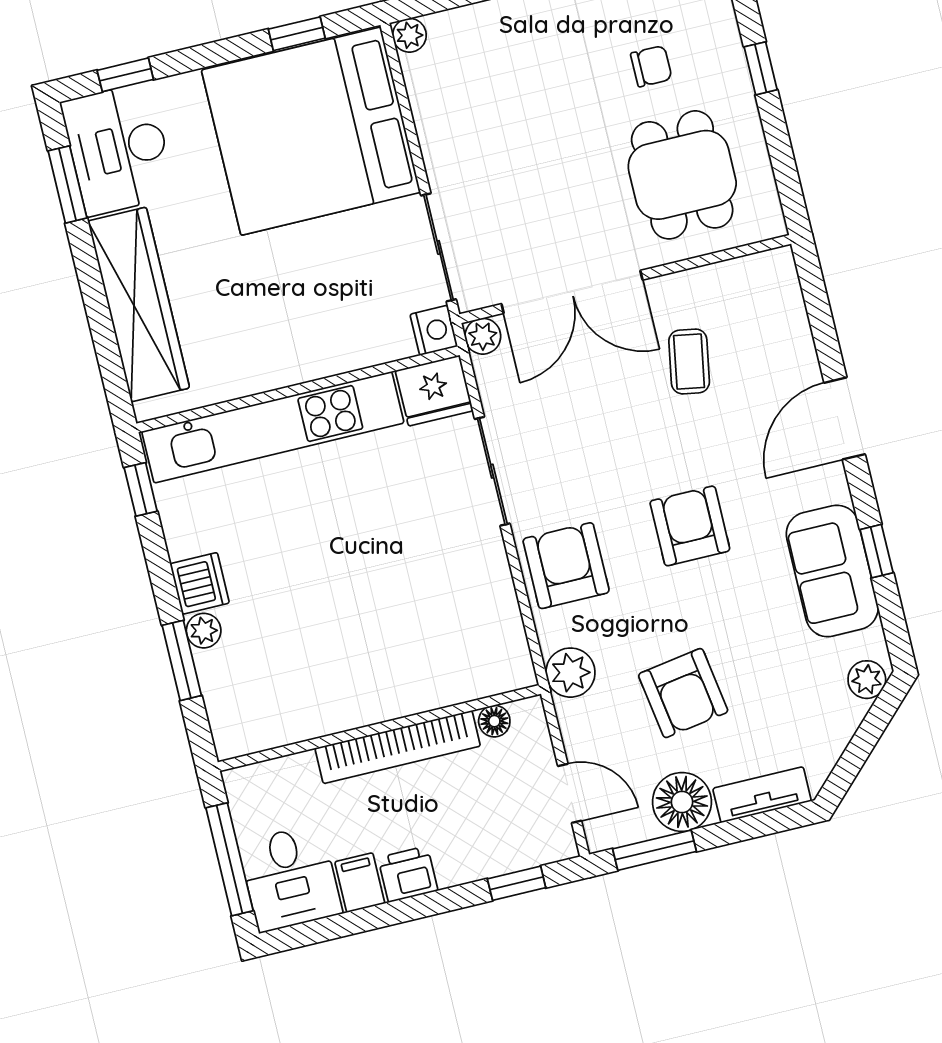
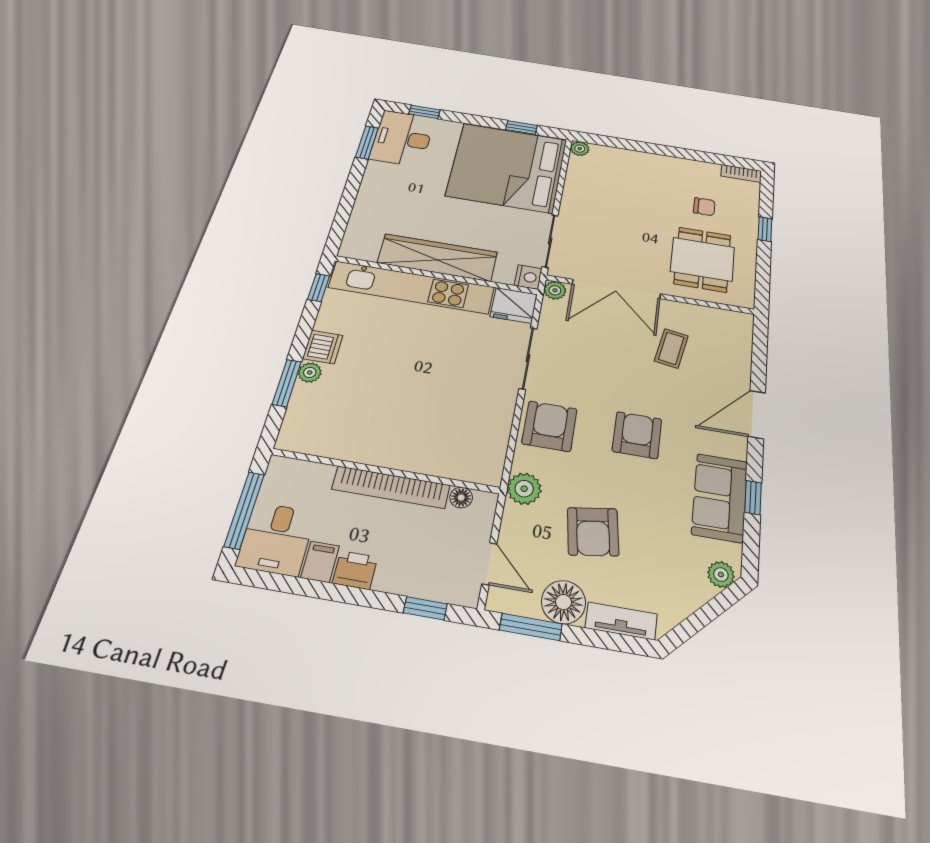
wardrobe: (139, 305) -> (438, 258), moved, turned -90

